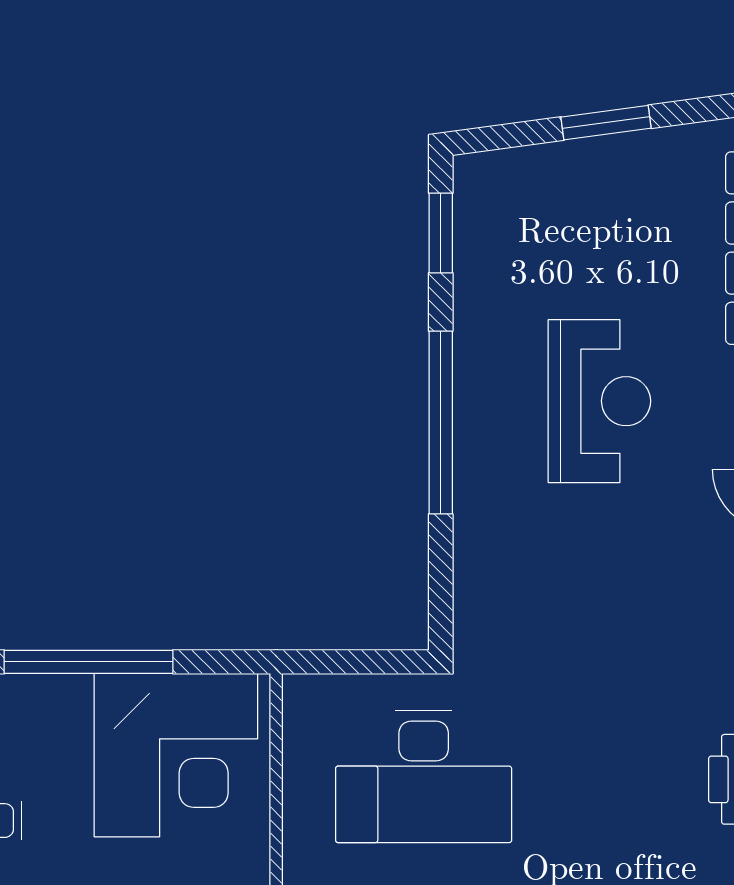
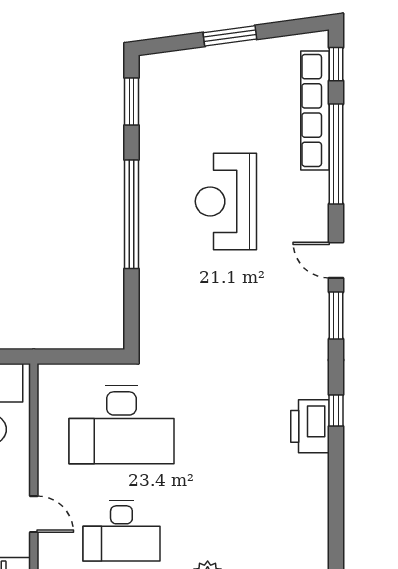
reception desk: (599, 401) -> (226, 201), turned 180

